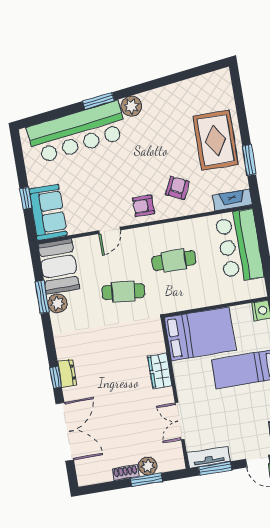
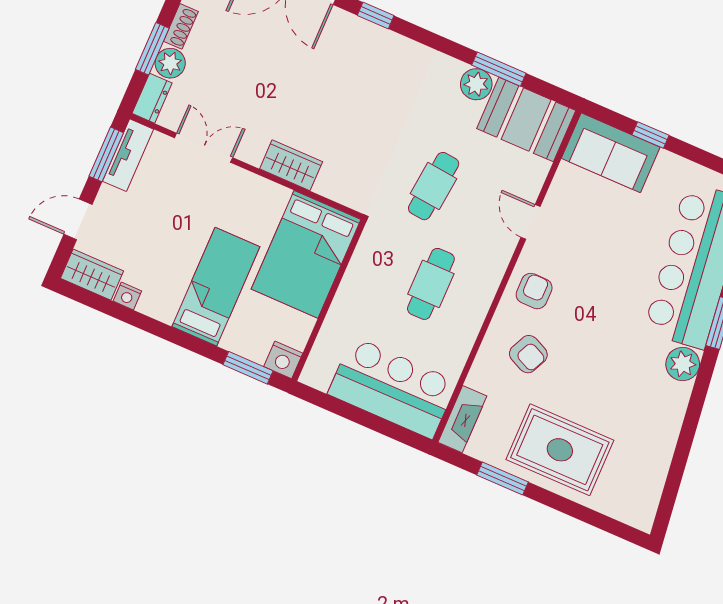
dresser: (67, 373) -> (152, 98), moved, turned -90

